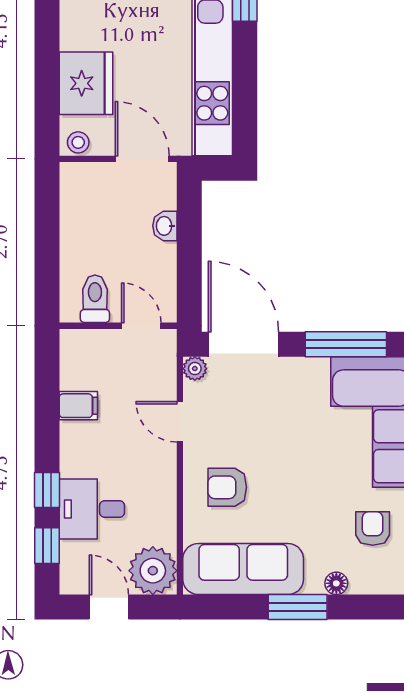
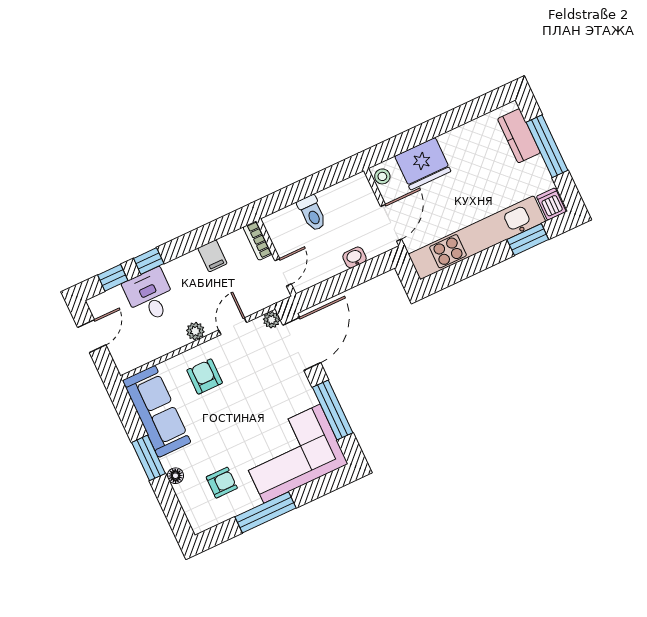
toilet: (95, 299) -> (312, 213), moved, turned 90
bookcase: (86, 339) -> (257, 241), added
plant: (153, 571) -> (195, 331), moved, width x0.53, depth x0.53

